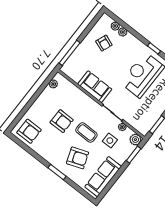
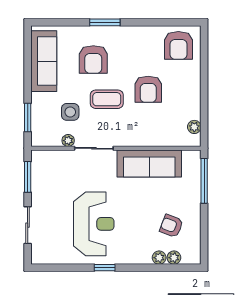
sofa: (95, 87) -> (149, 164), width x1.36
armchair: (62, 121) -> (148, 89), turned -90
armchair: (29, 131) -> (178, 45), turned -90
plant: (135, 140) -> (40, 138), removed
armchair: (78, 158) -> (93, 59), turned -70

